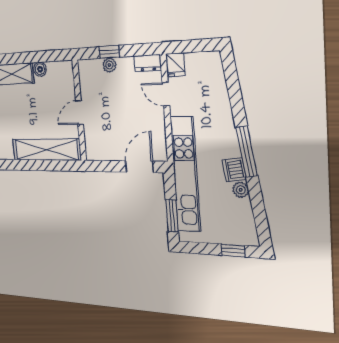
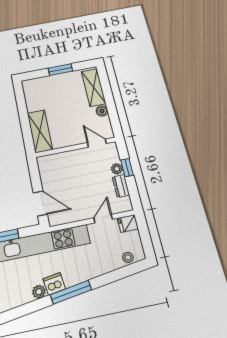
dresser: (148, 63) -> (121, 186), moved
stool: (216, 73) -> (128, 257), added
door: (79, 113) -> (97, 143), moved
shelving: (46, 150) -> (40, 131), width x0.68

